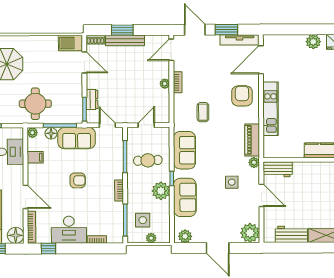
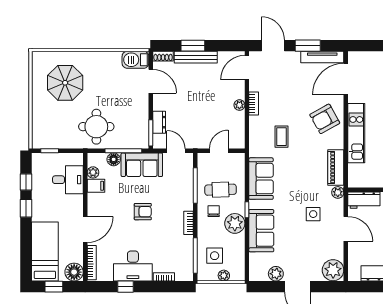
armchair: (242, 96) -> (325, 119), turned -119
plant: (32, 133) -> (93, 172), moved
chair: (142, 180) -> (214, 211), added
door: (26, 197) -> (85, 229), hinge flipped
plant: (185, 236) -> (276, 274), moved
window: (48, 248) -> (125, 287), moved

